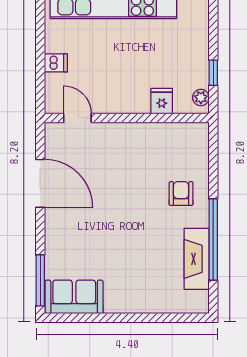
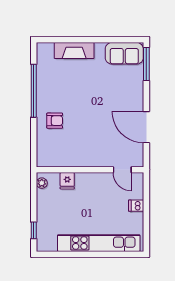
window: (213, 73) -> (34, 230), moved
armchair: (181, 193) -> (55, 121), turned -90
fireplace: (197, 259) -> (74, 51), moved, turned 90

